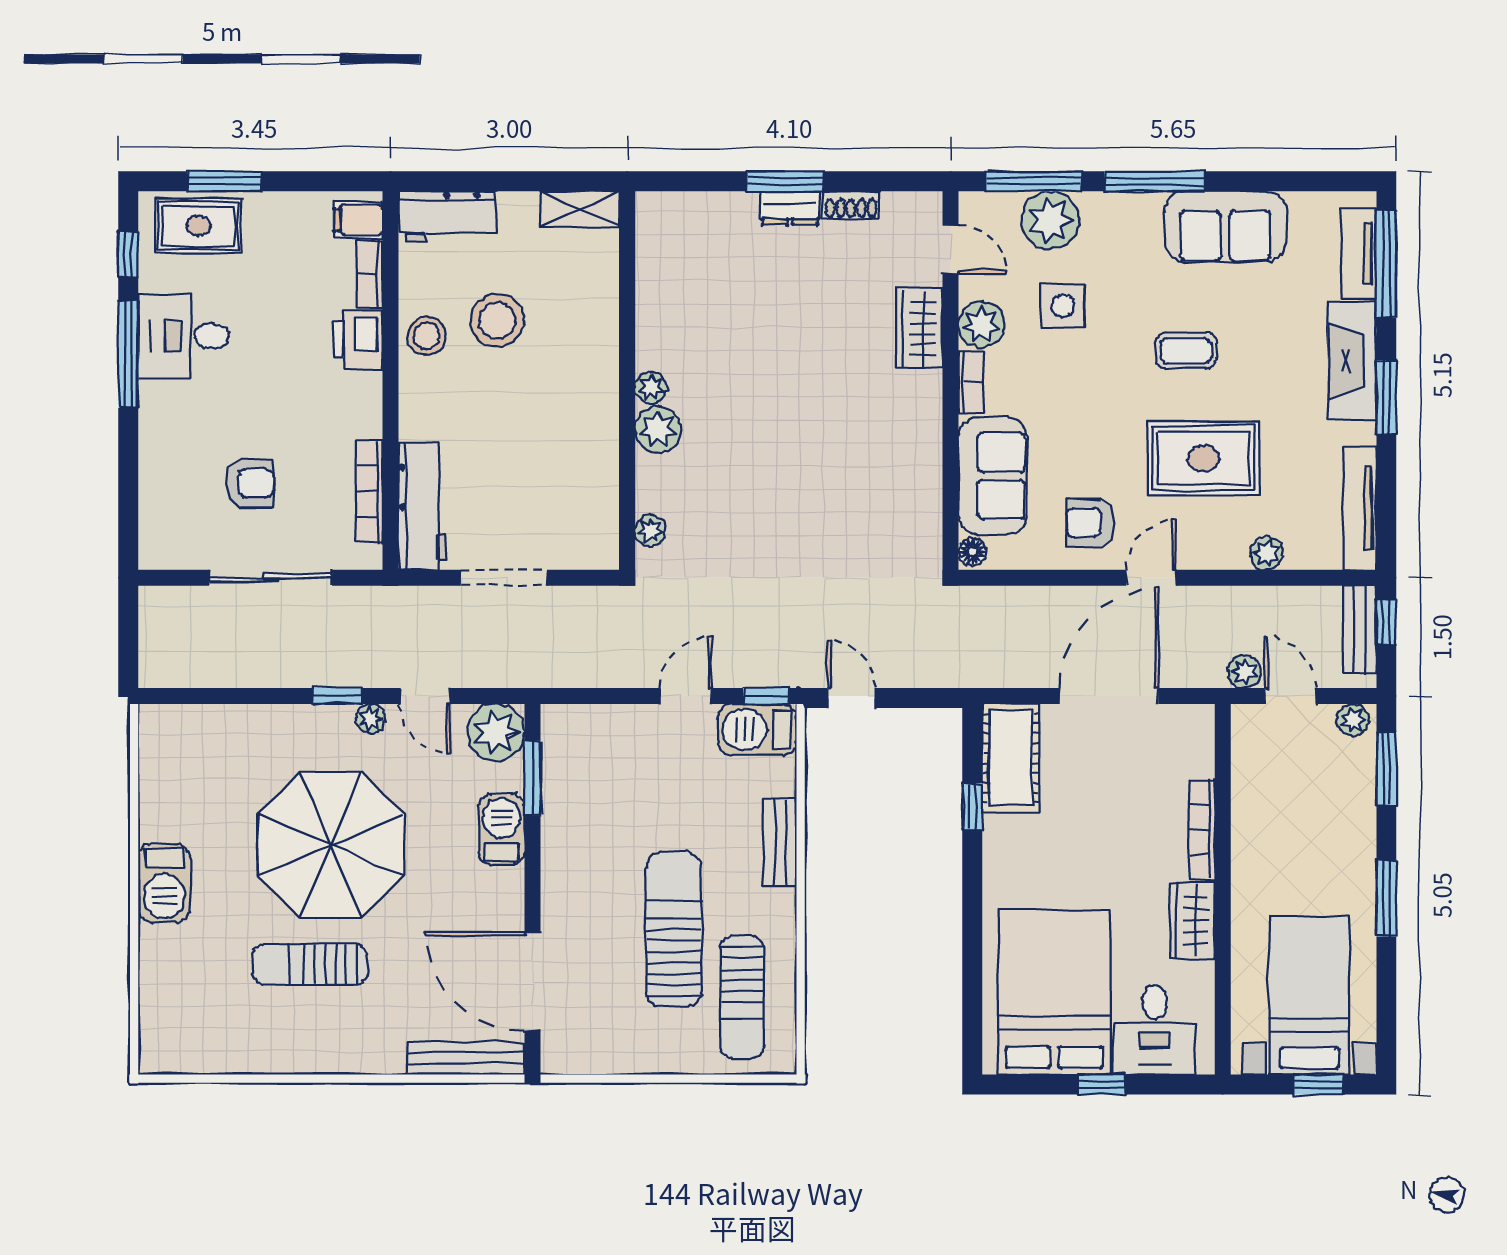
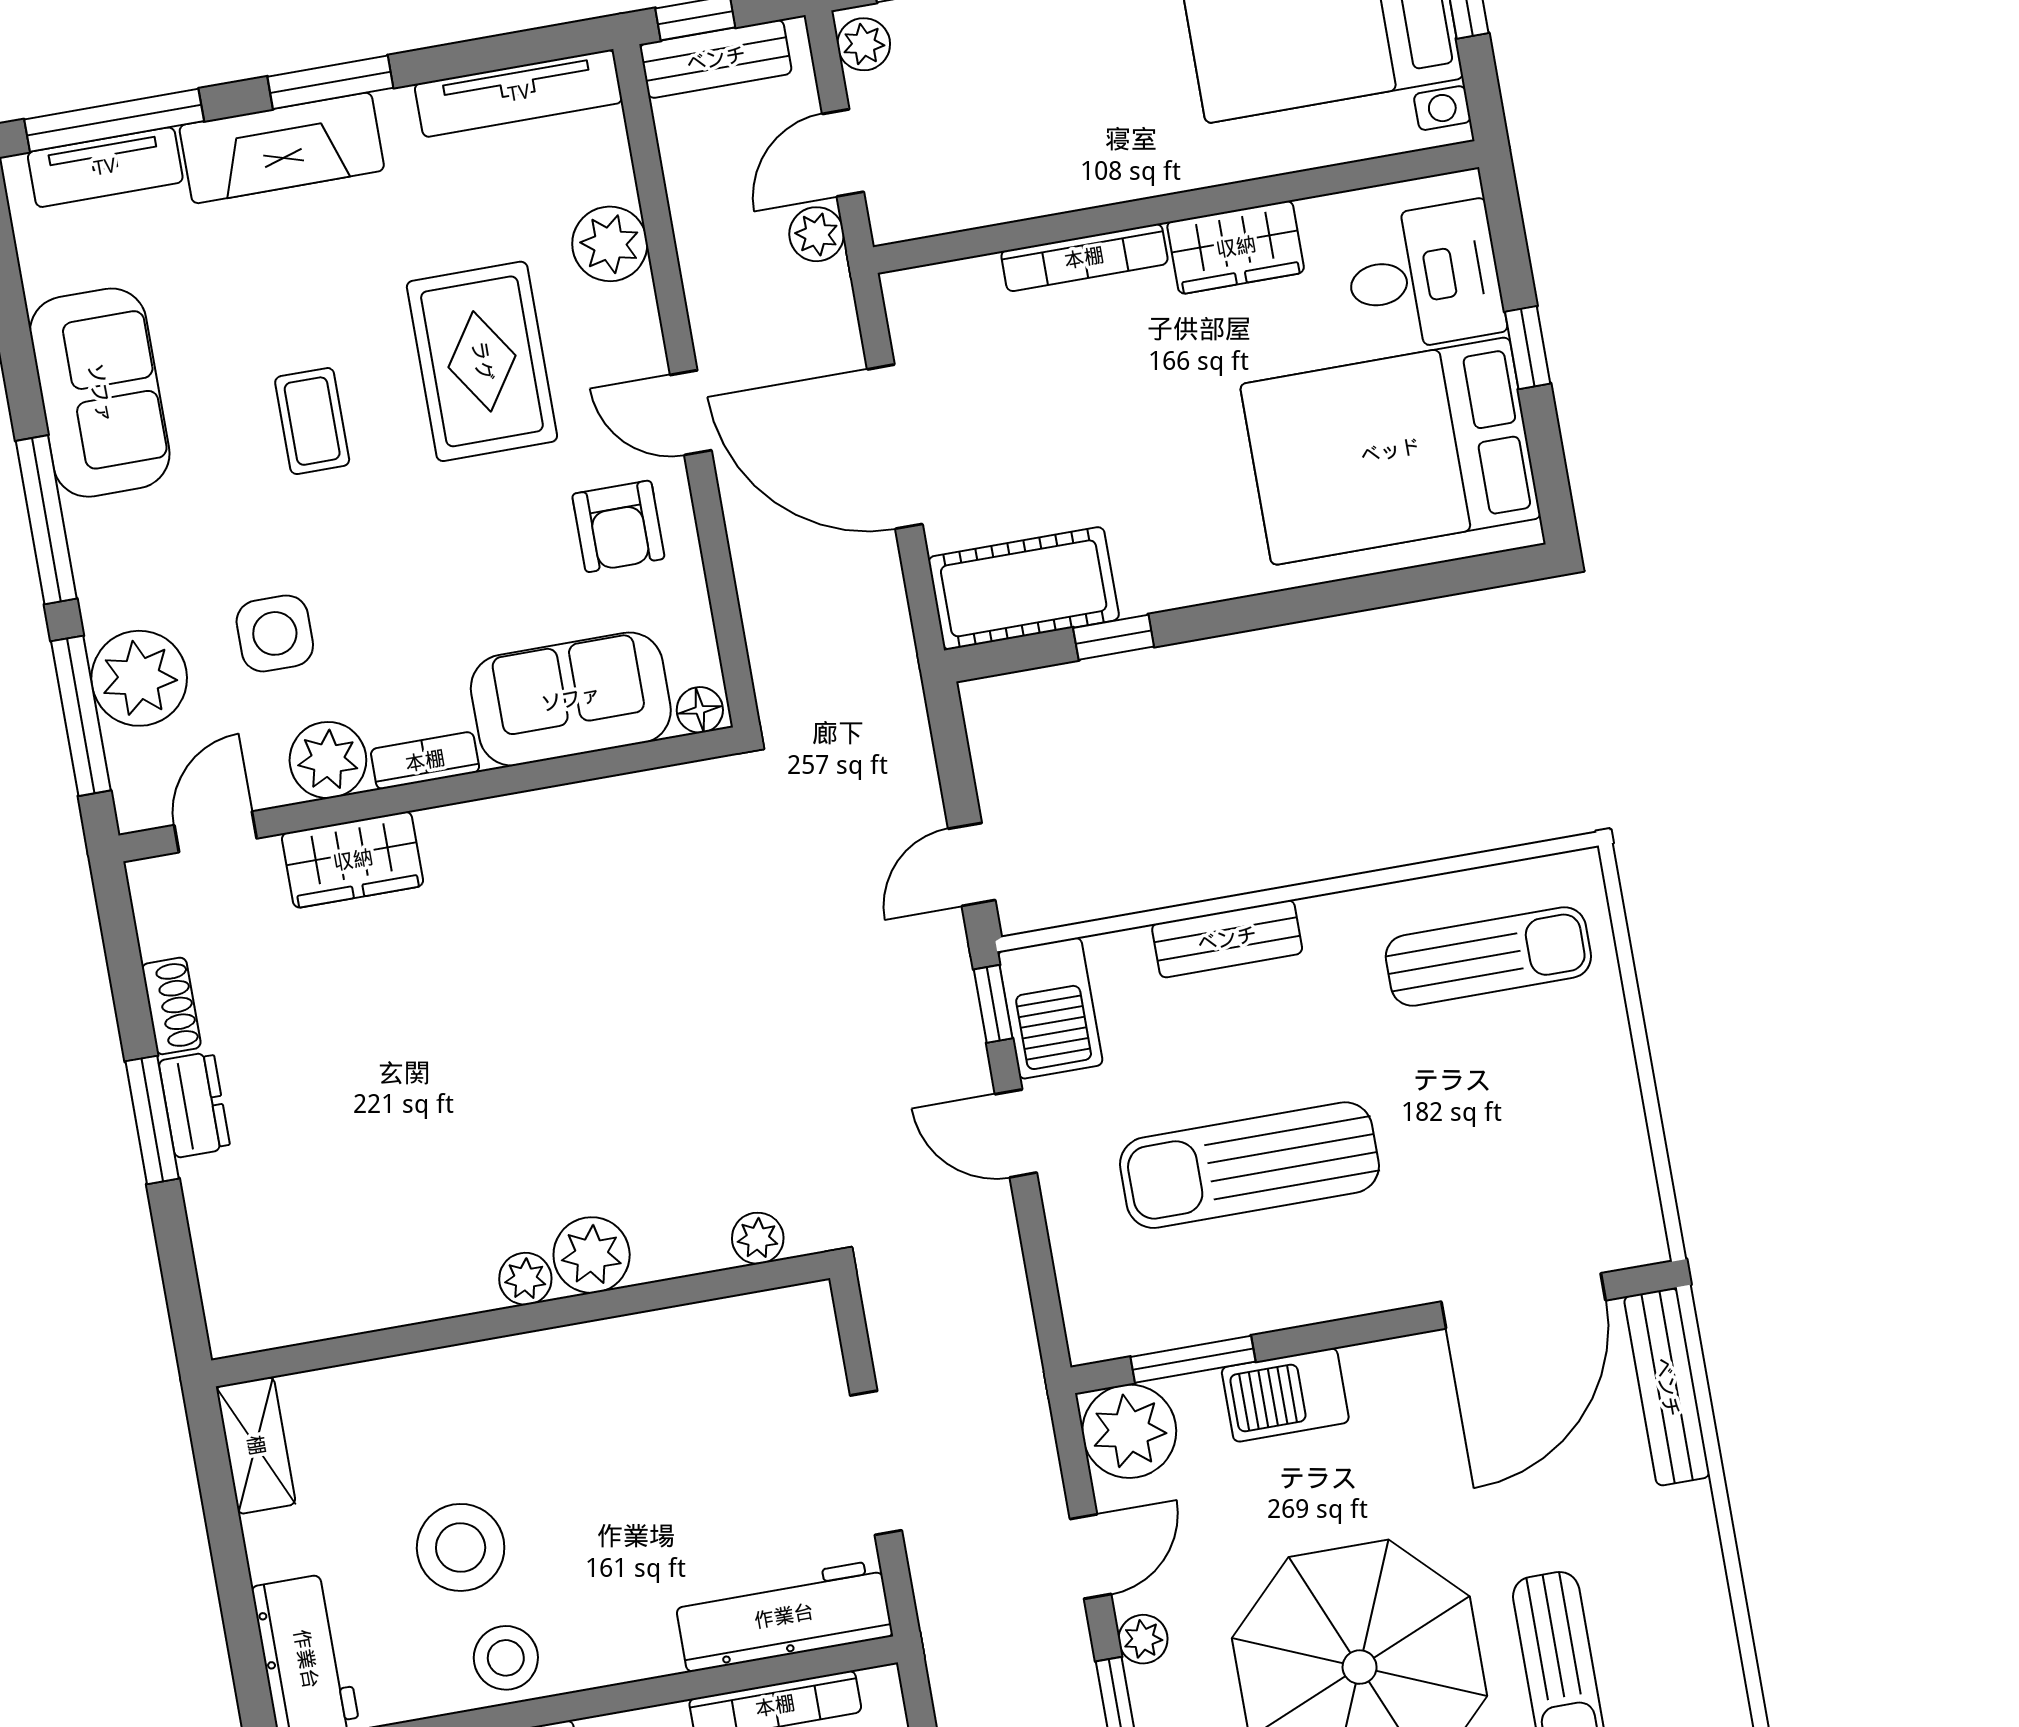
plant: (1266, 553) -> (610, 244), width x1.38, depth x1.38
sun lounger: (674, 929) -> (1249, 1165), moved

